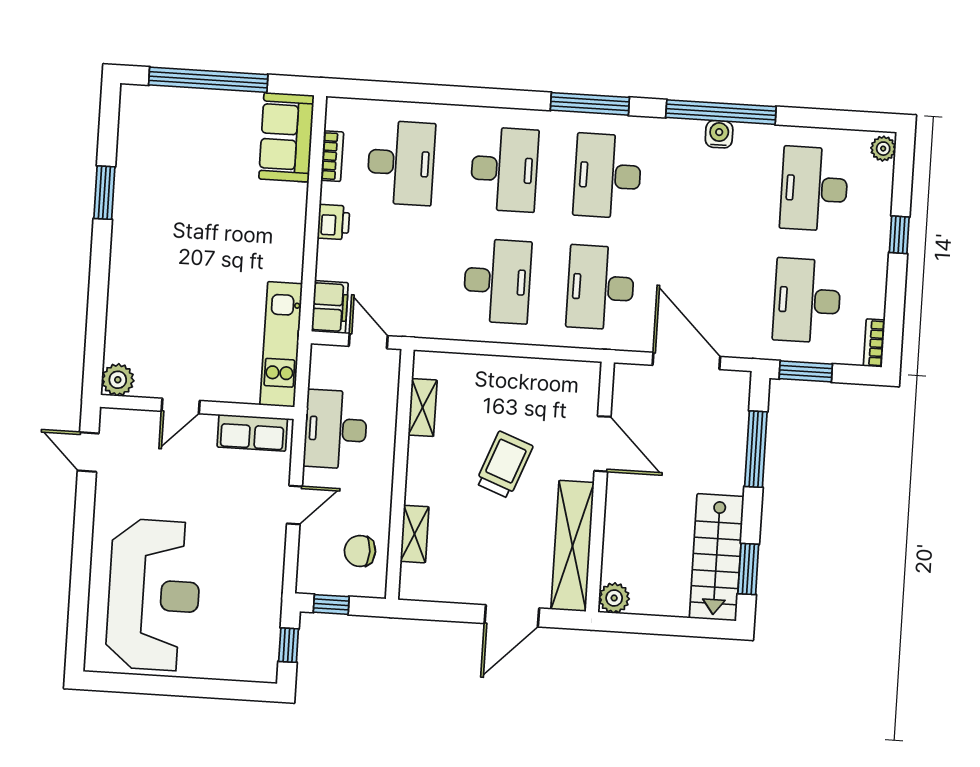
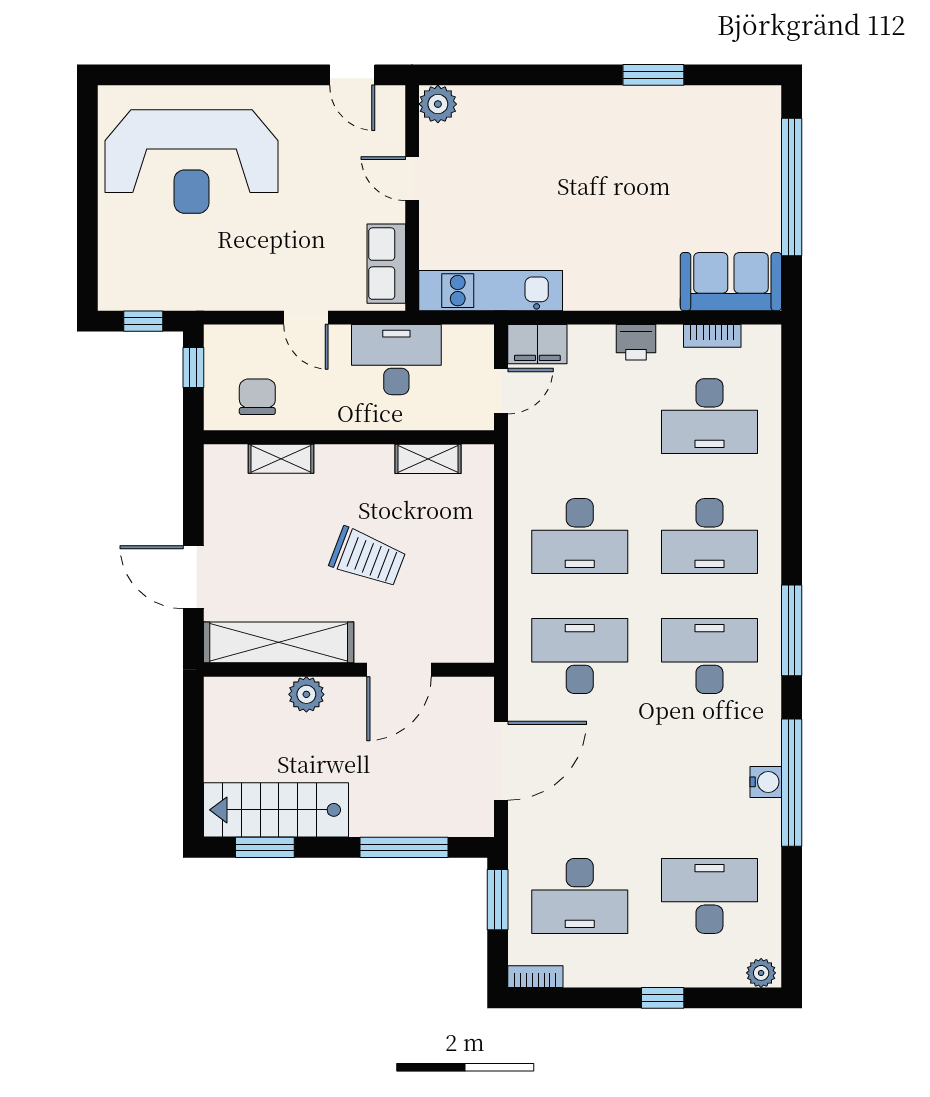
desk: (807, 301) -> (580, 896), turned 180
door: (88, 452) -> (352, 75), swing flipped
plant: (614, 598) -> (306, 694), moved

